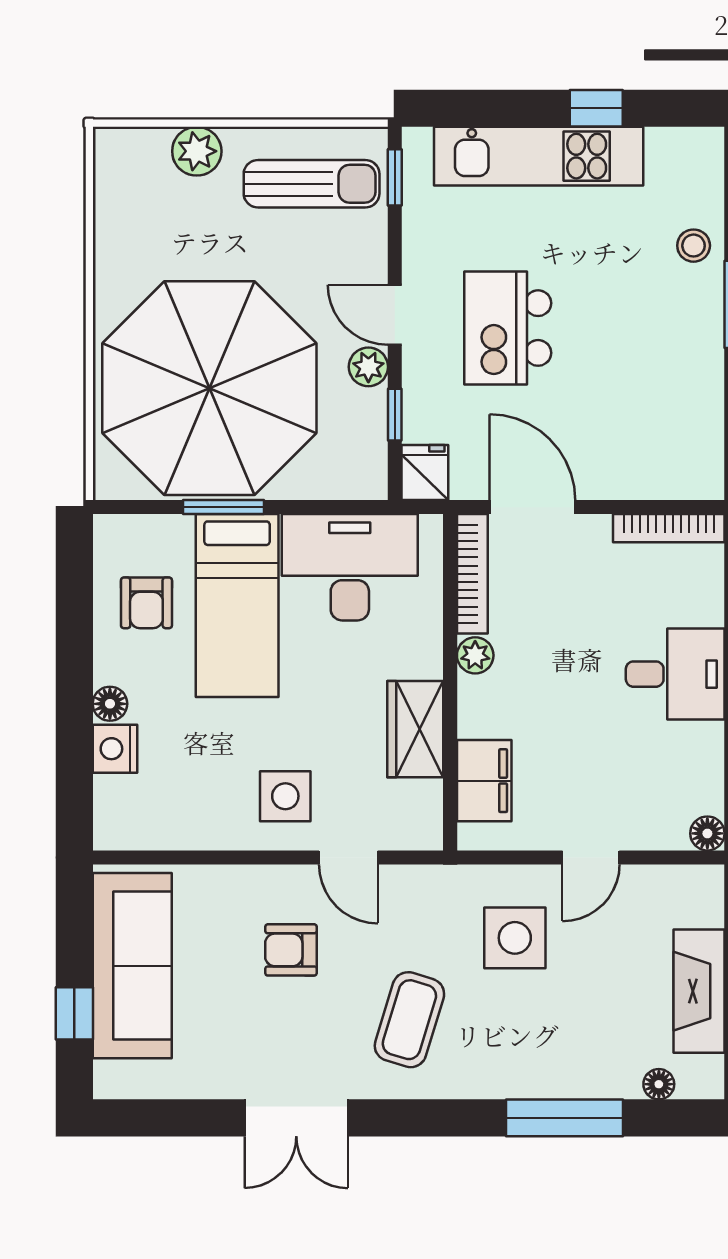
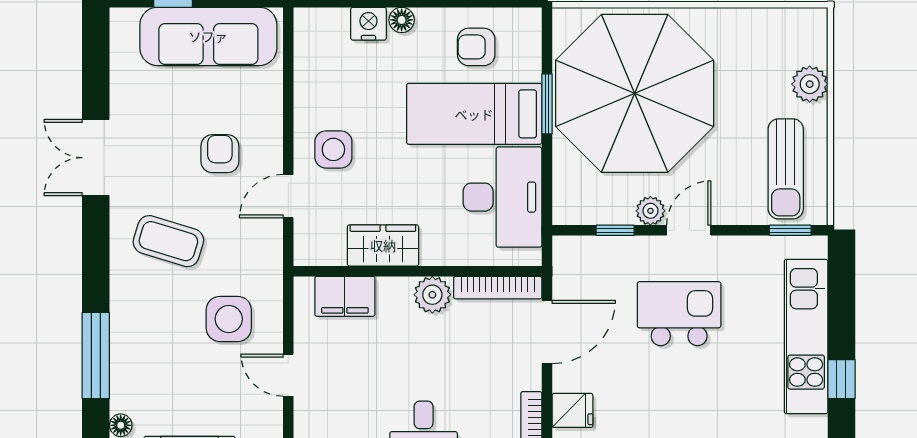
fridge: (425, 472) -> (572, 410), moved
plant: (475, 655) -> (432, 295), width x1.38, depth x1.38

